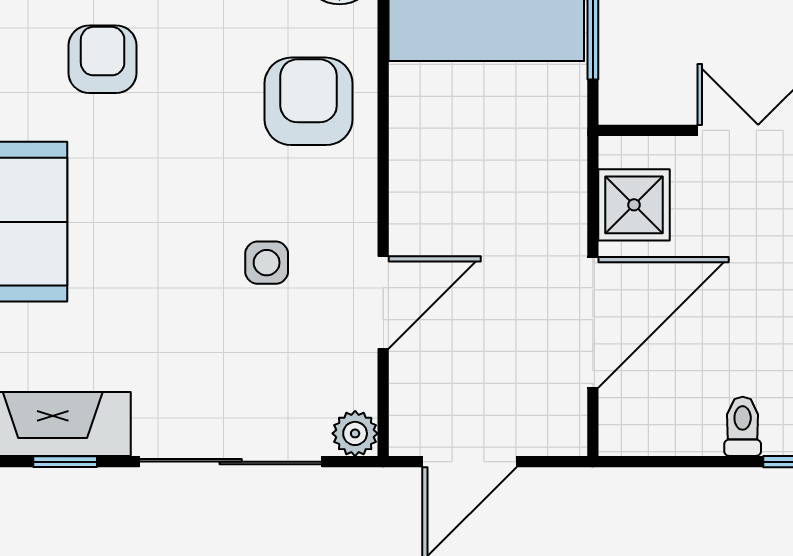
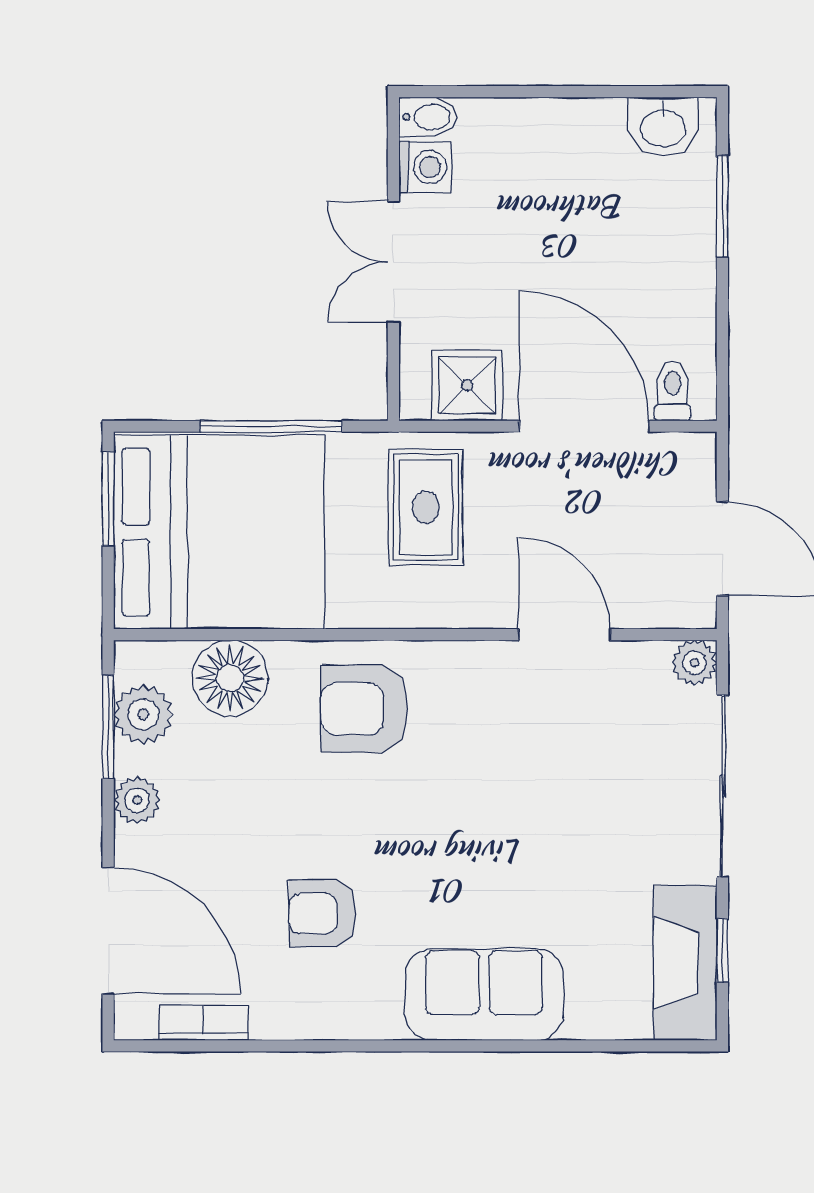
rug: (511, 163) -> (426, 507), added
side table: (267, 263) -> (525, 750), removed
toilet: (743, 426) -> (673, 391), moved, turned 90

